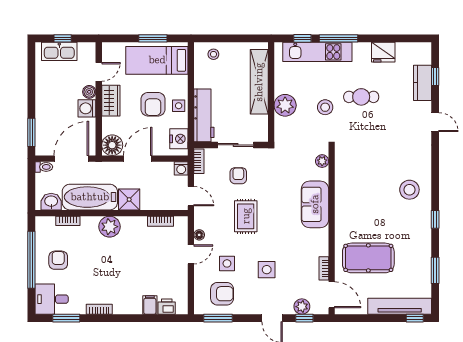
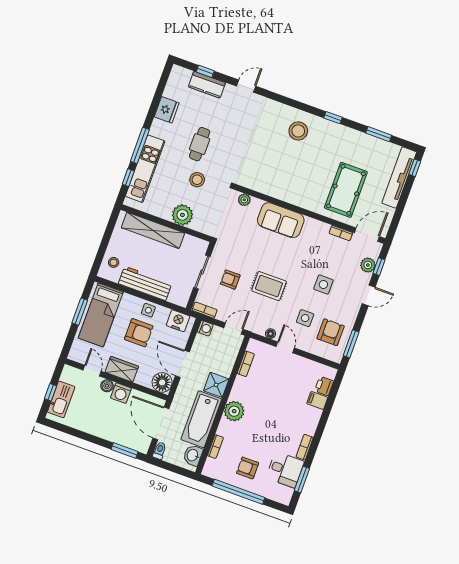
workbench: (204, 115) -> (145, 283), moved
desk: (52, 299) -> (285, 470), moved, turned -90

